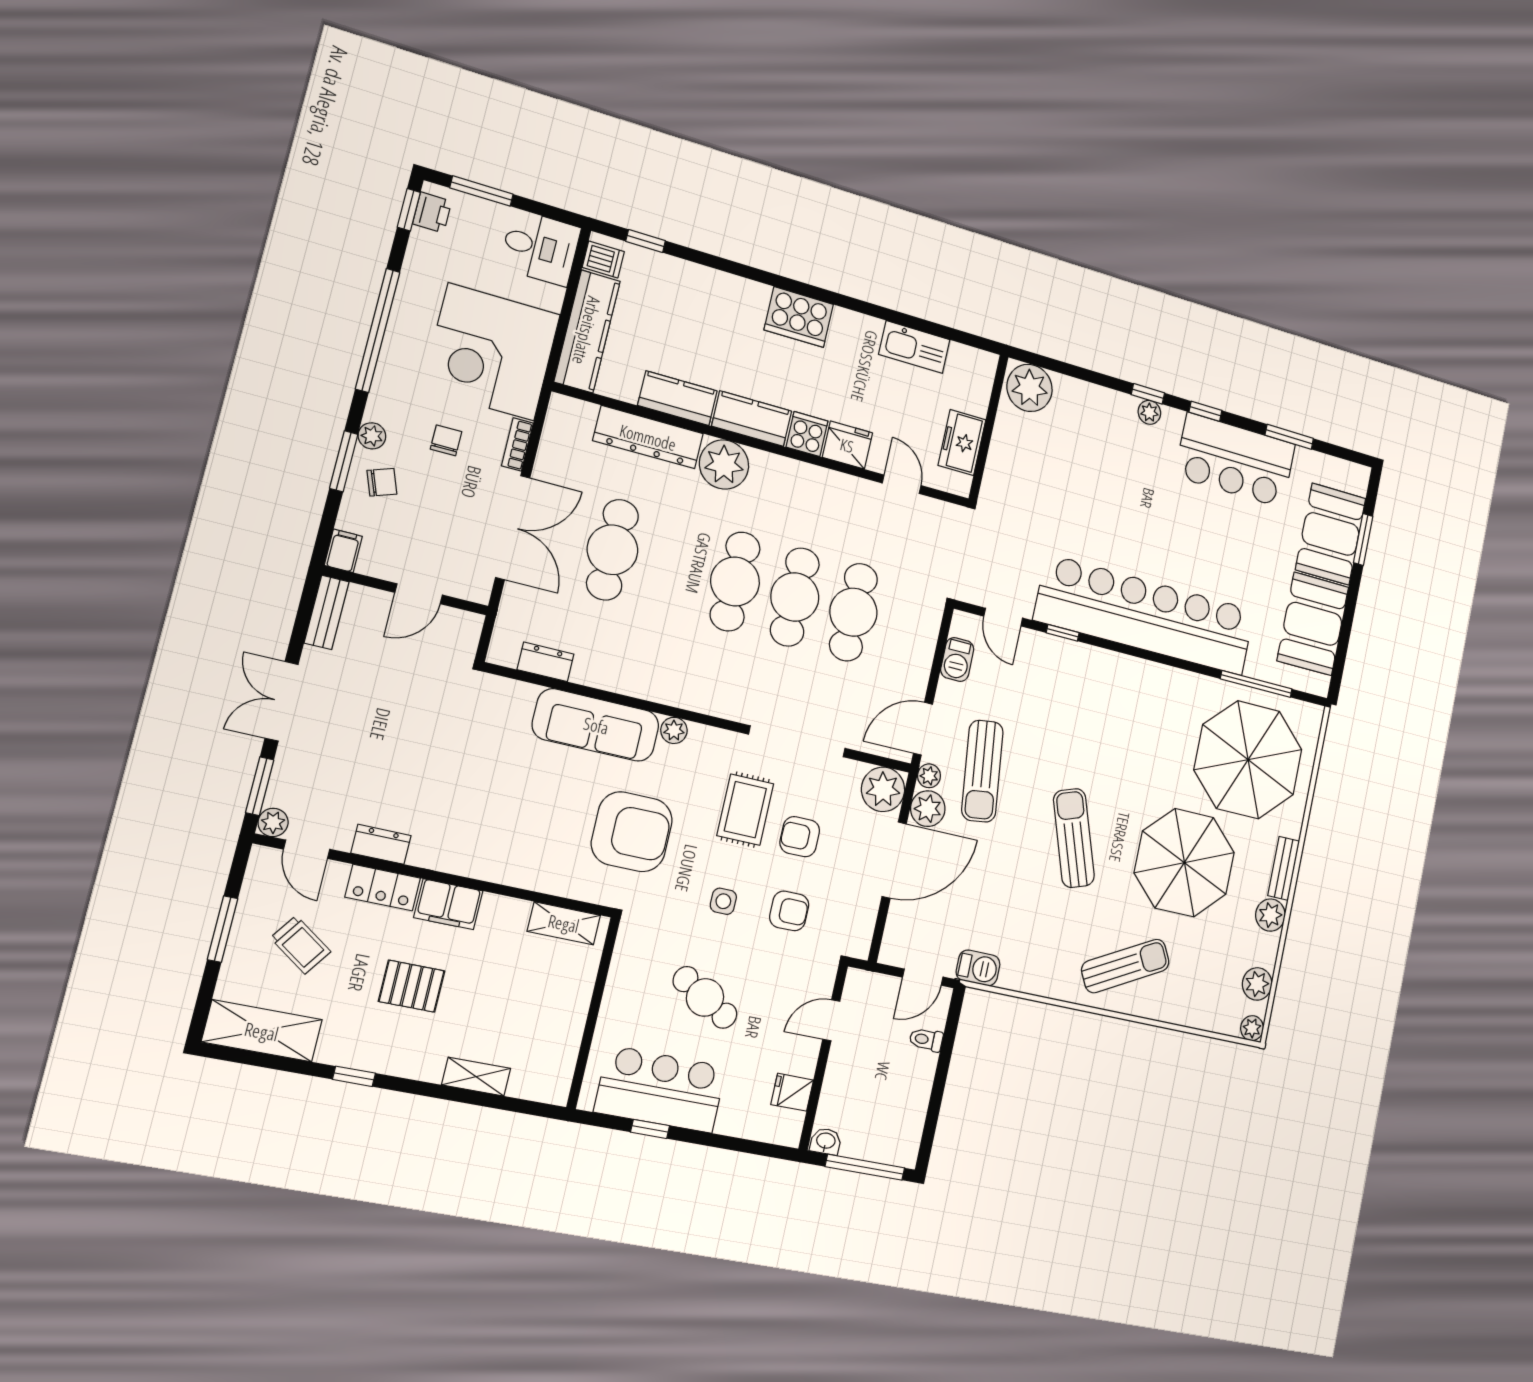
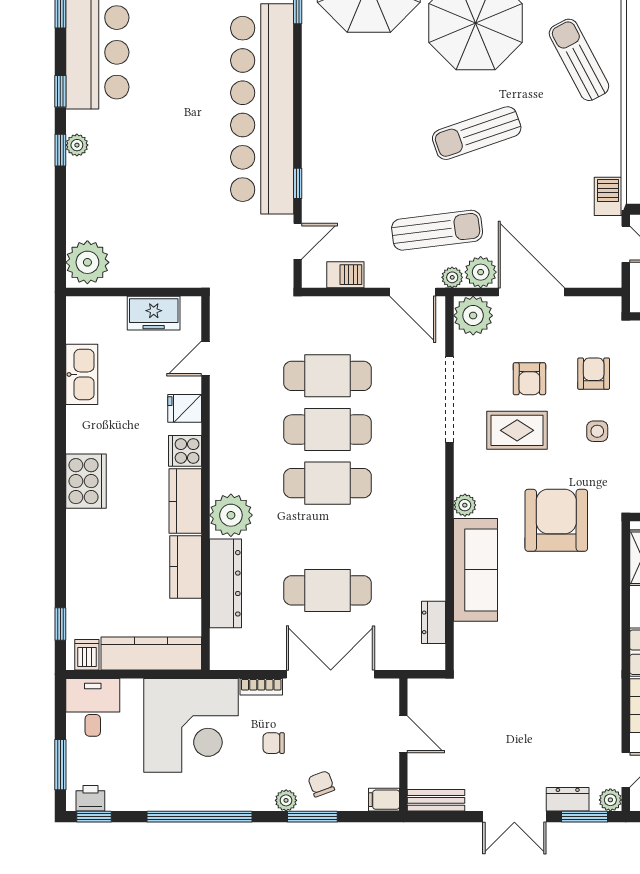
fridge: (847, 445) -> (185, 408), width x0.72
dresser: (381, 844) -> (568, 799), moved, turned 90

